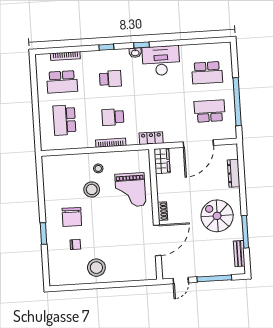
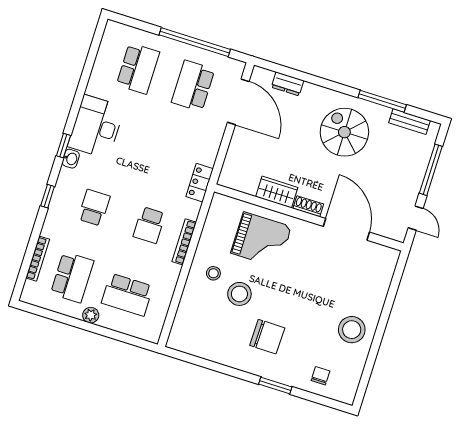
plant: (43, 102) -> (91, 315), added
door: (198, 144) -> (238, 102), moved
wardrobe: (162, 161) -> (277, 192), moved
dresser: (234, 173) -> (288, 84), width x0.70
spiral stairs: (217, 216) -> (344, 132), turned 90
chair: (75, 244) -> (320, 376), moved

